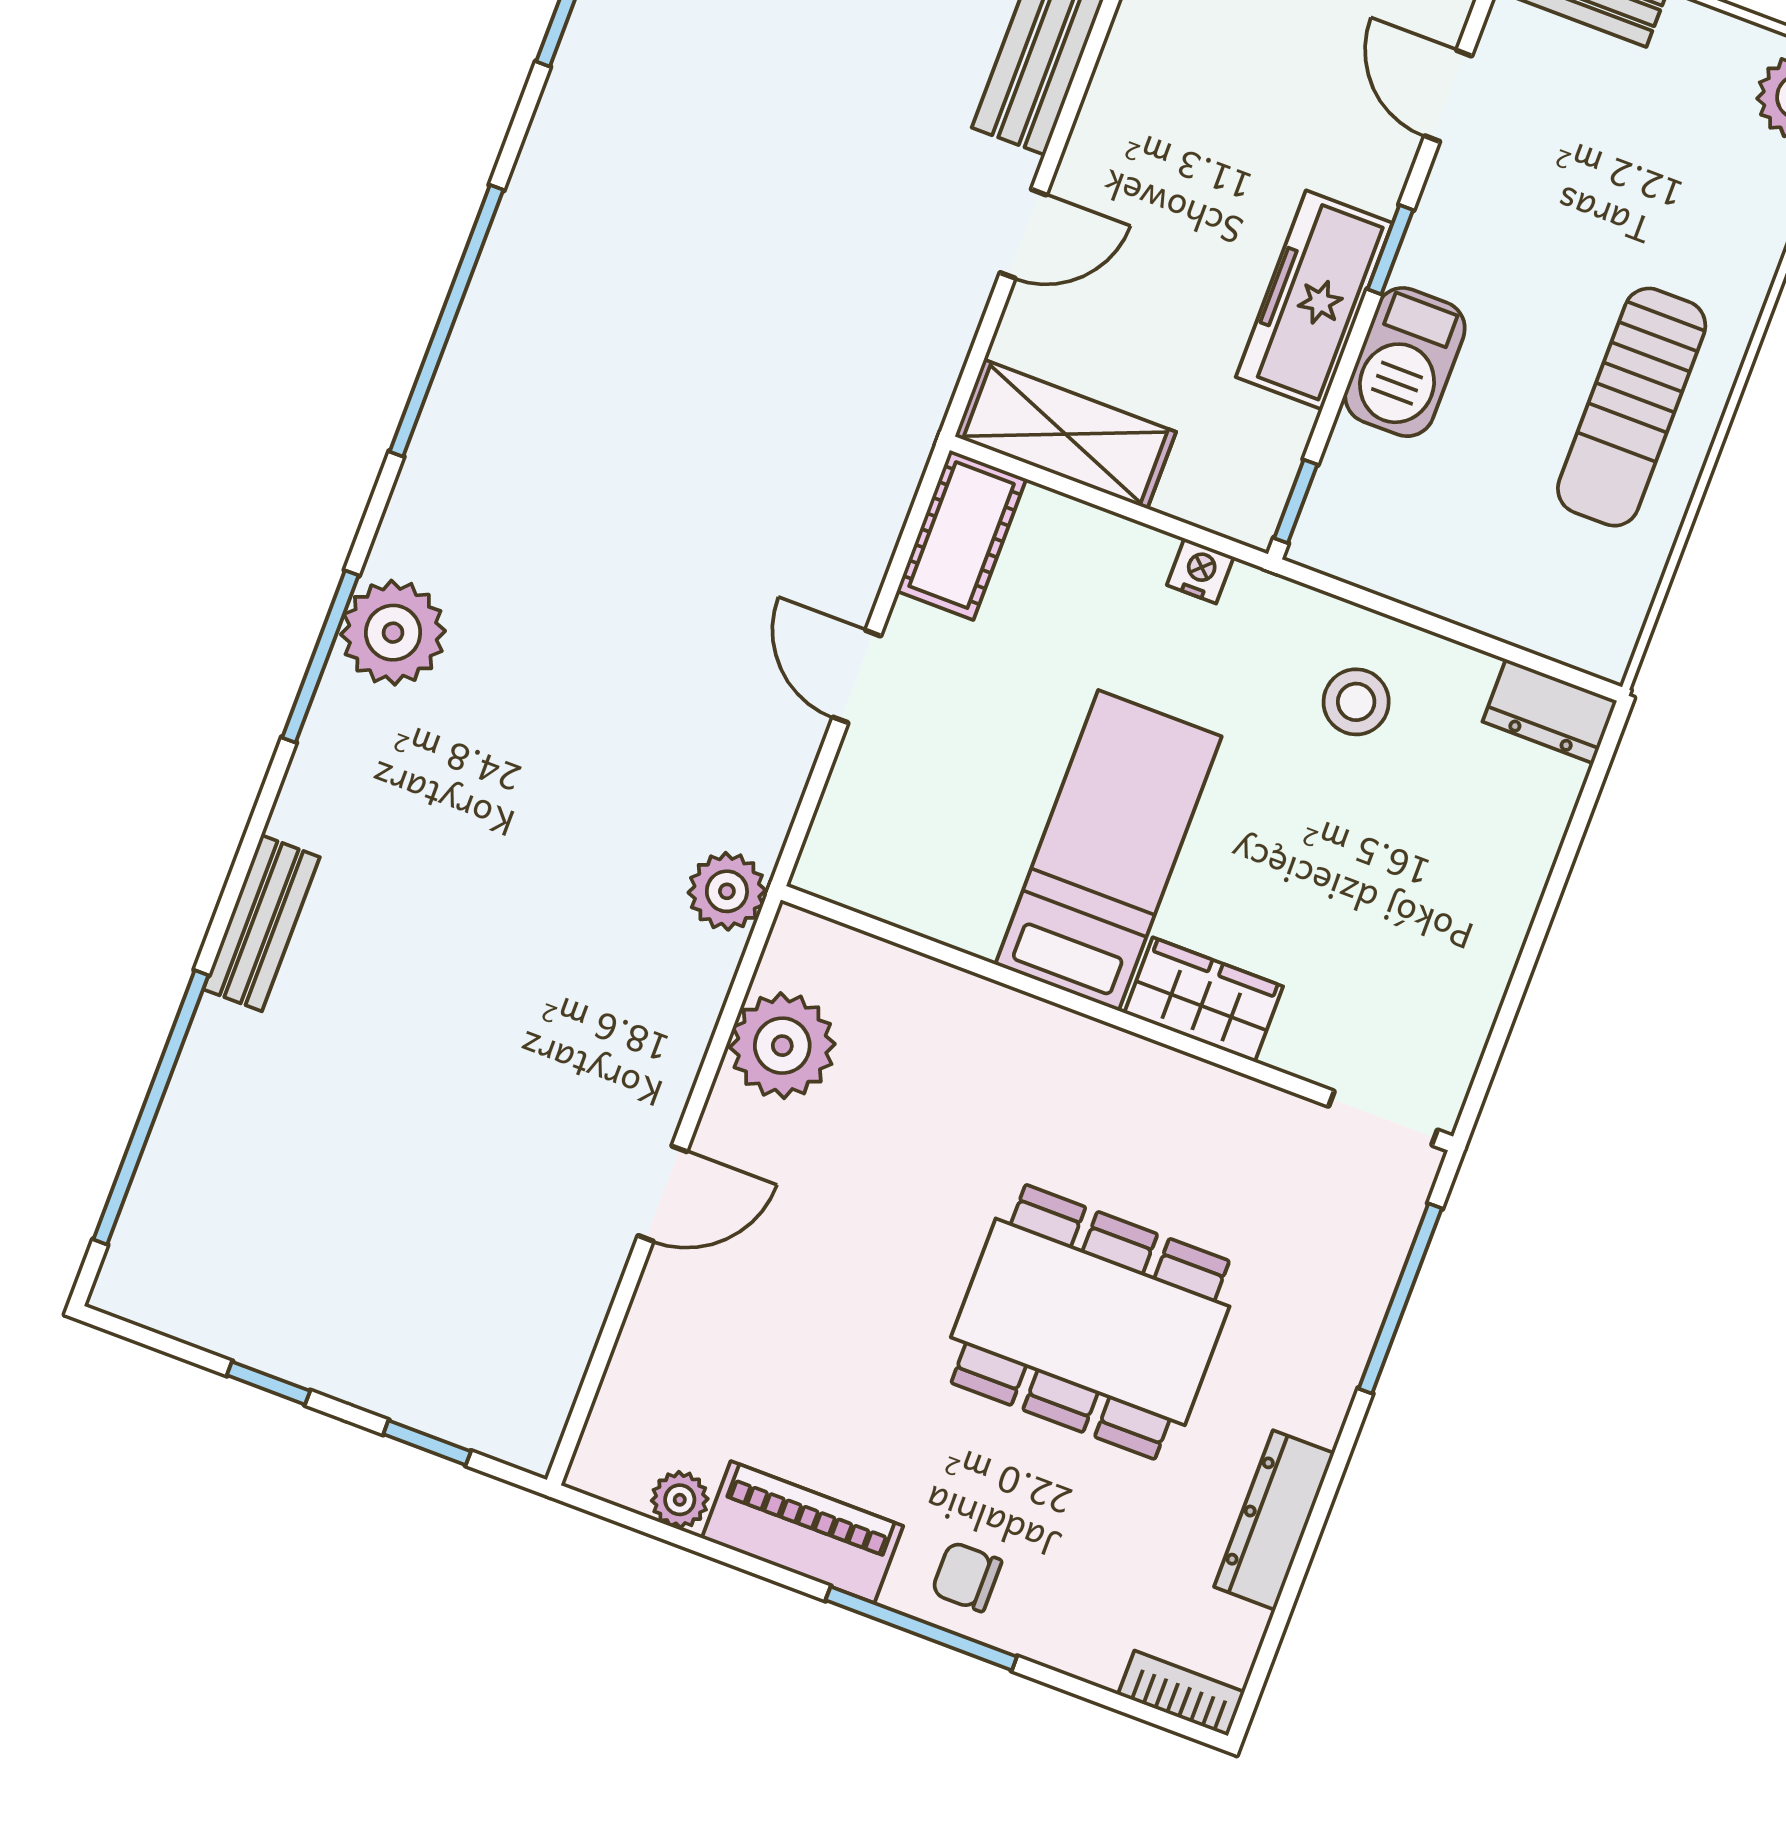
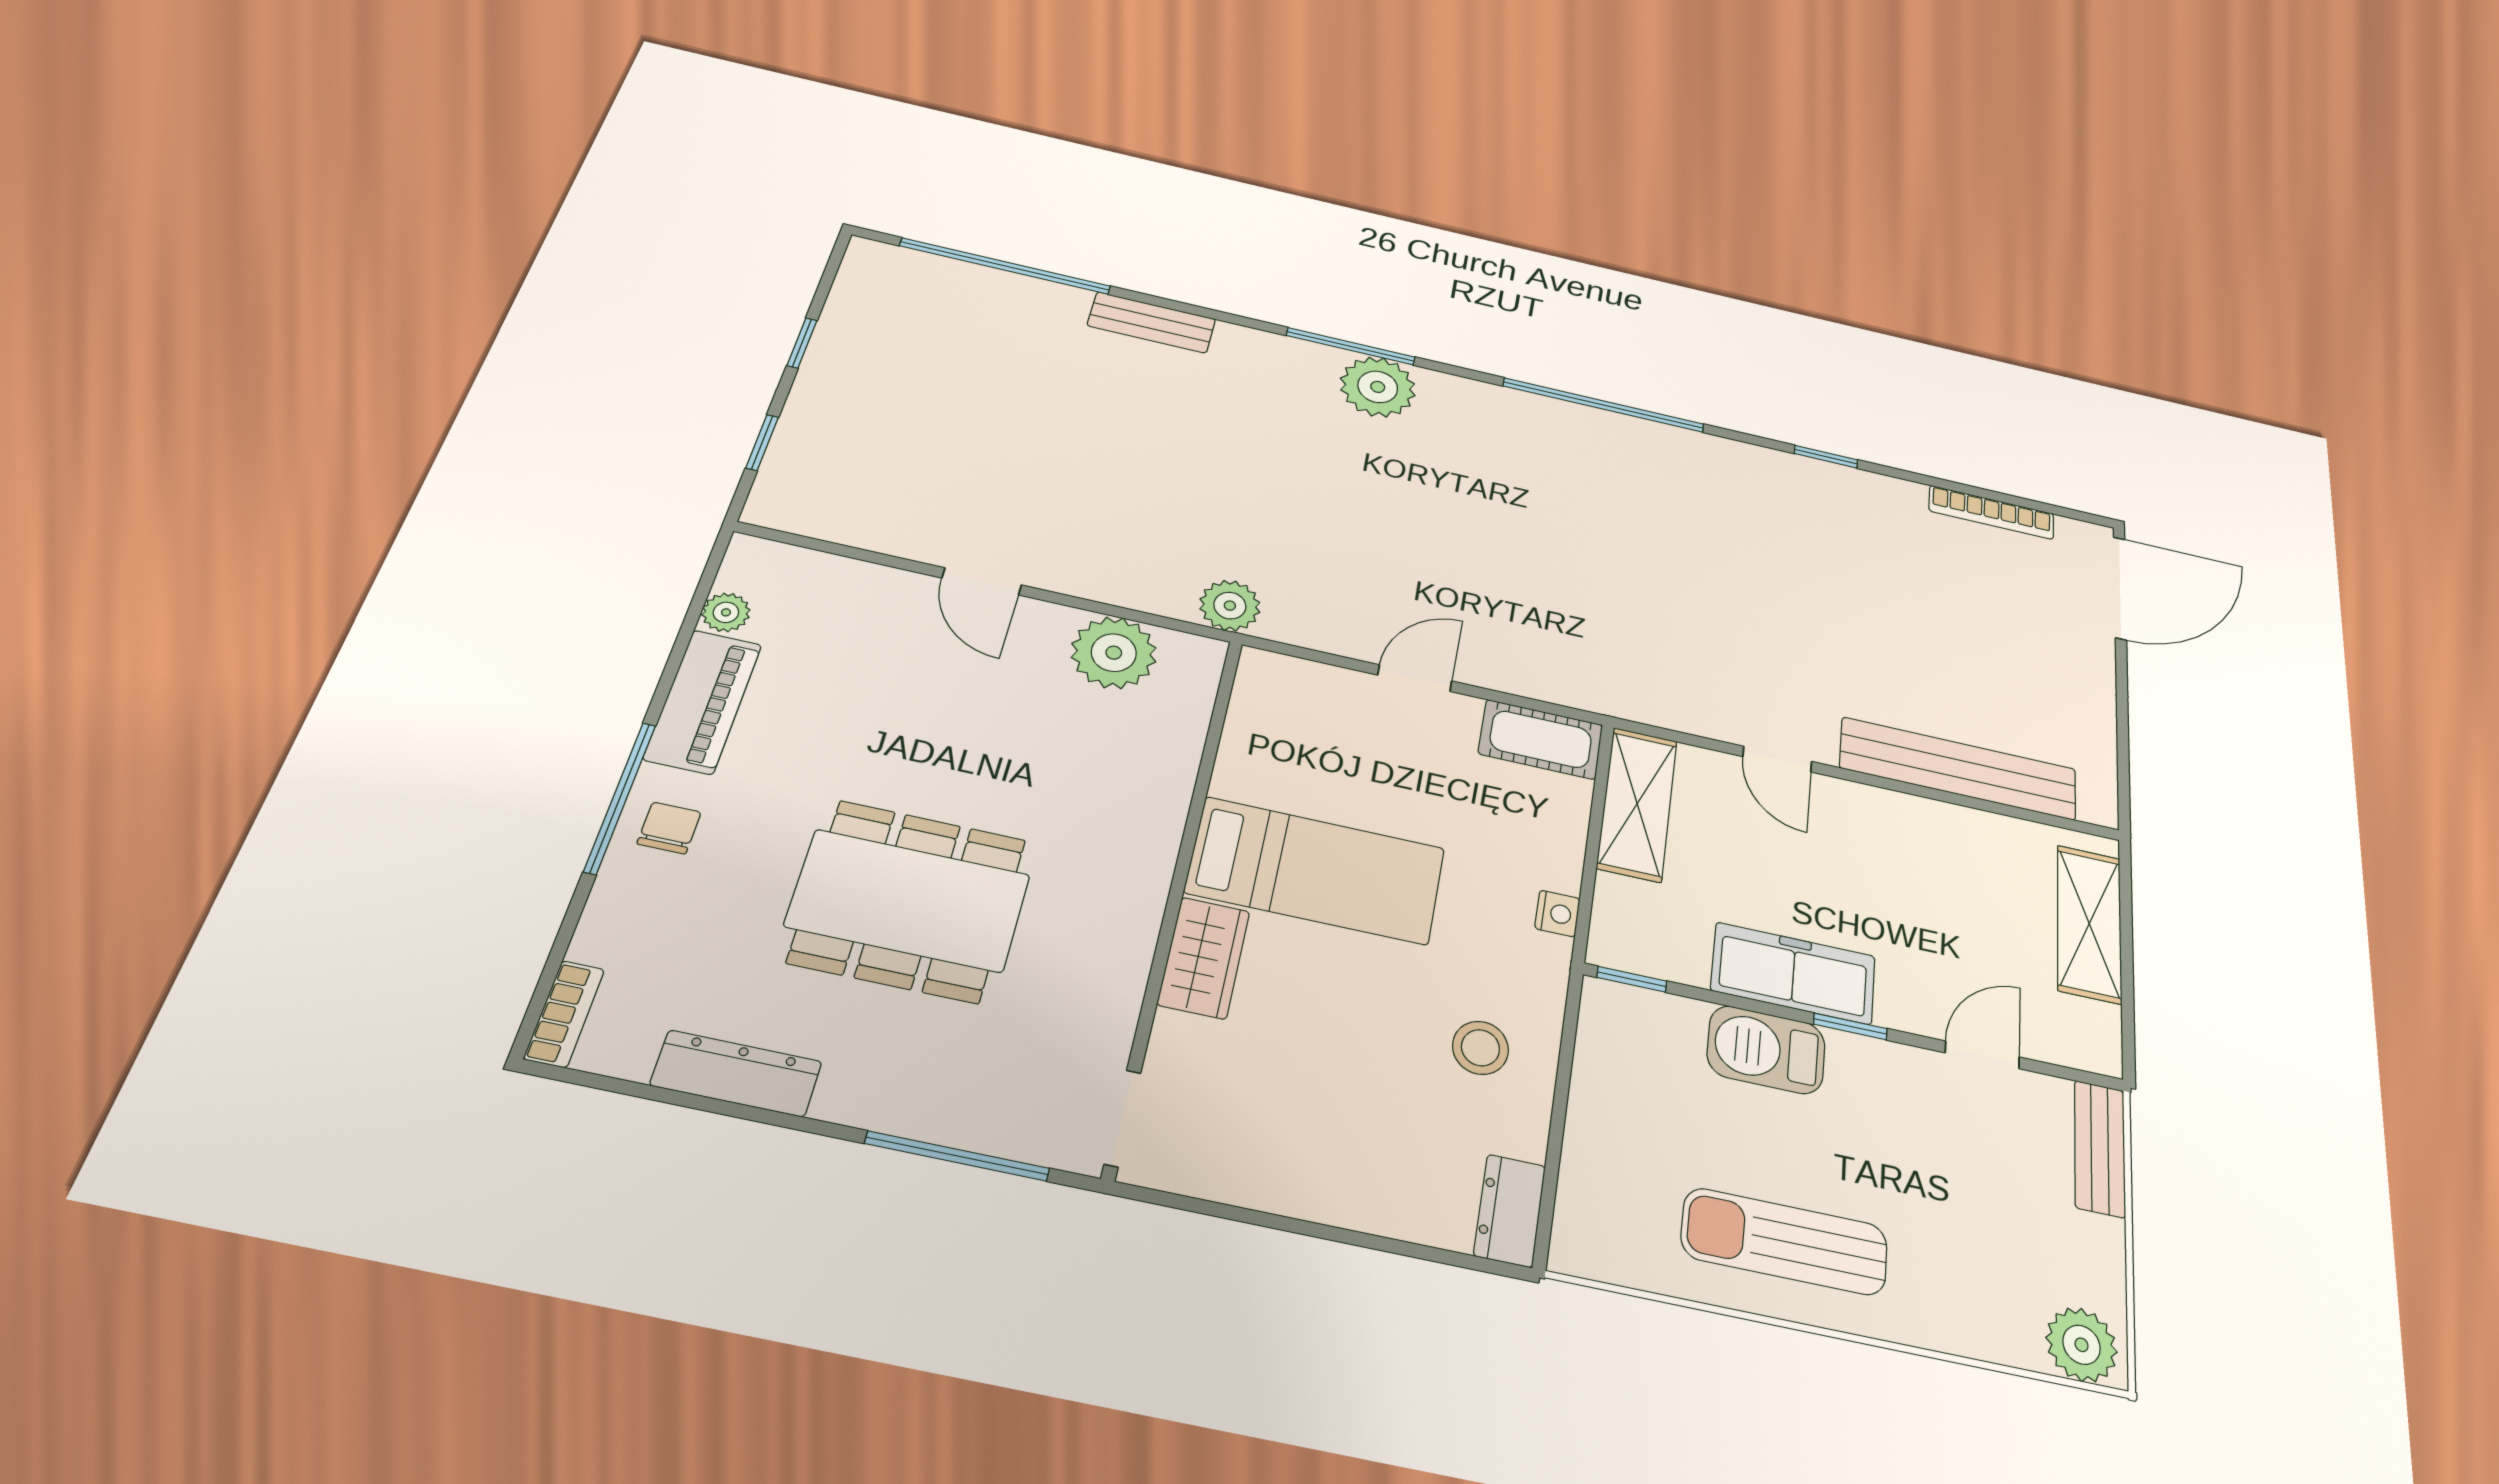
dining table: (1090, 1322) -> (908, 900), turned 90

